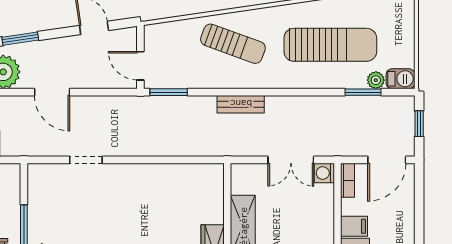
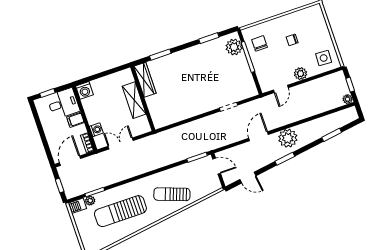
door: (52, 92) -> (258, 136), hinge flipped
bench: (241, 104) -> (157, 164), removed
washing machine: (324, 173) -> (96, 130), moved

